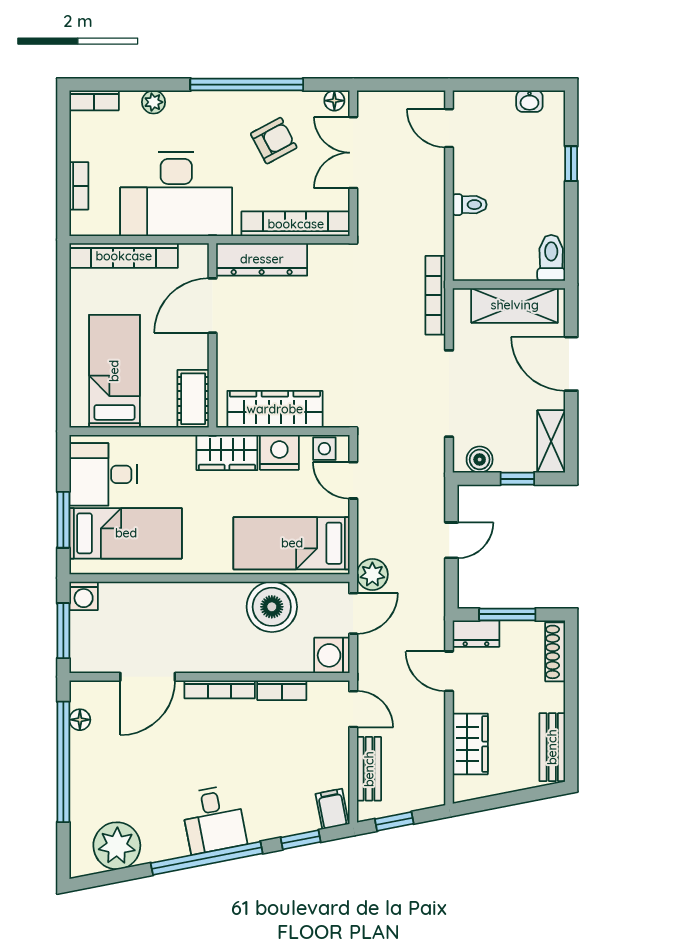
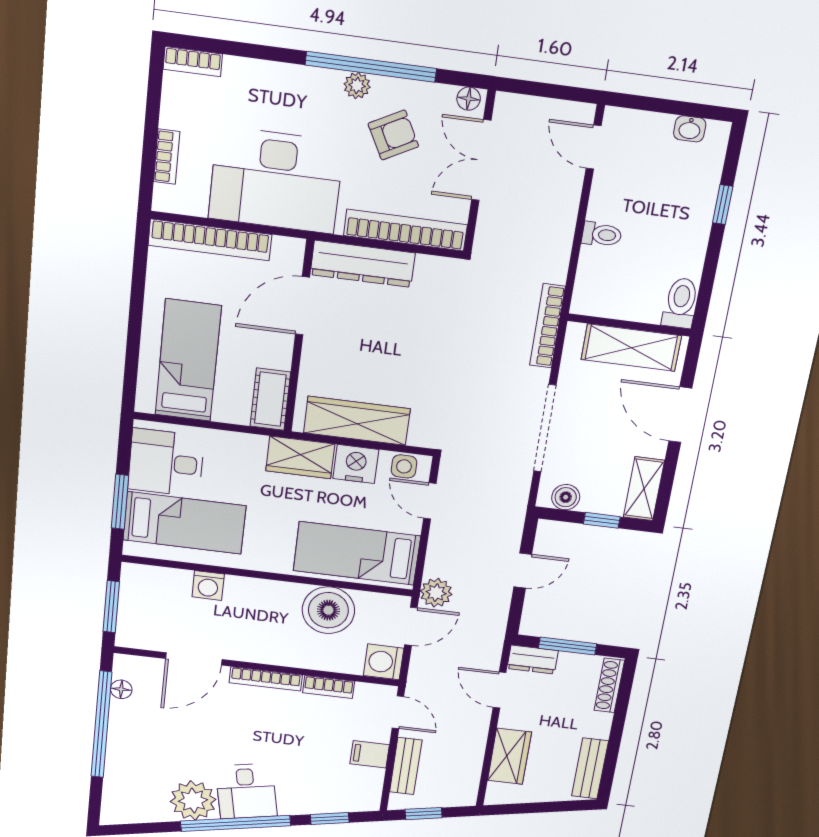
plant: (154, 102) -> (357, 86), moved
washing machine: (84, 596) -> (208, 585), moved
filing cabinet: (332, 809) -> (370, 754), moved, turned -79
plant: (117, 846) -> (193, 801), moved

